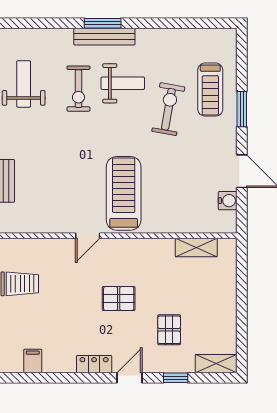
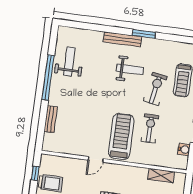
window: (103, 23) -> (144, 34), moved
exercise bike: (78, 89) -> (150, 128), moved, turned 180

